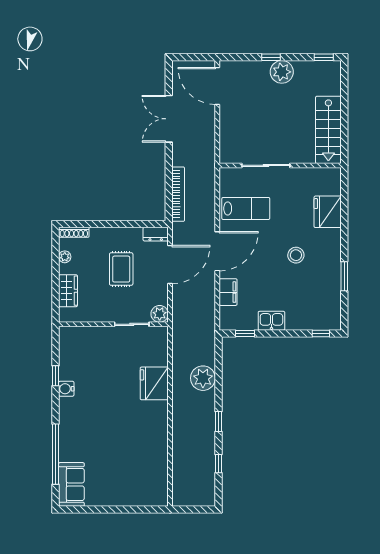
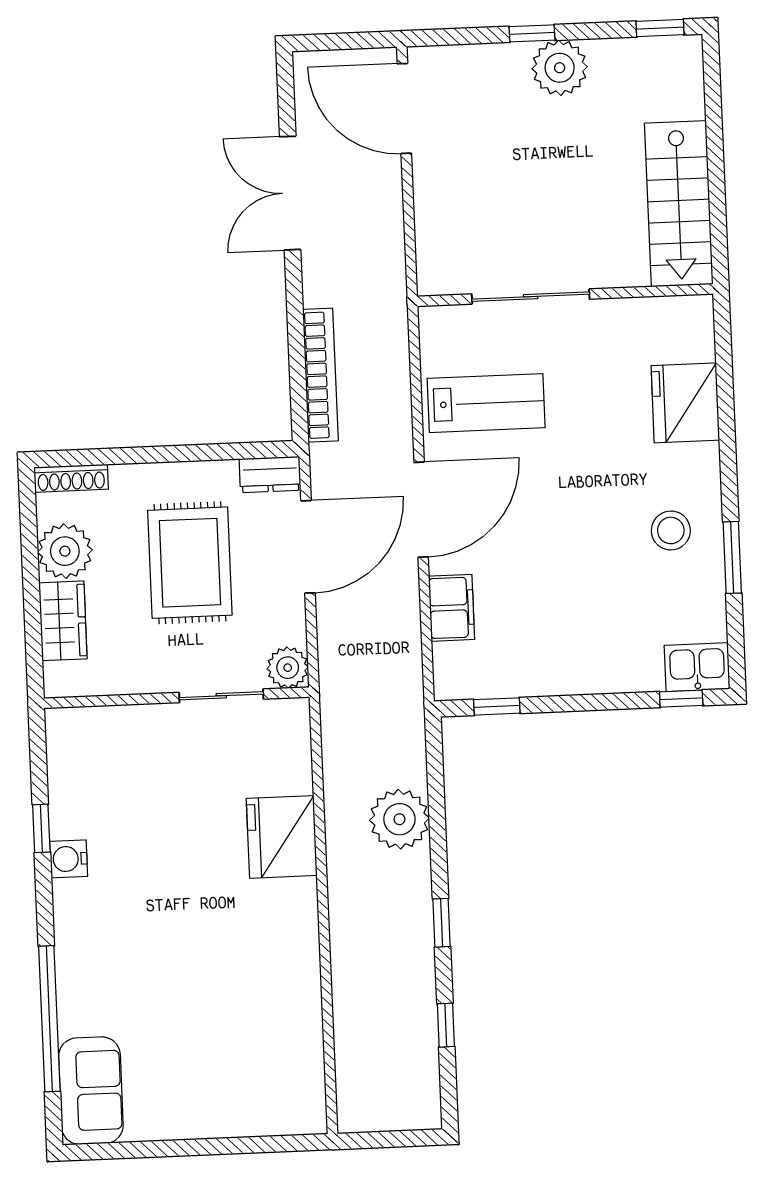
stool: (296, 255) -> (671, 530), moved
plant: (65, 257) -> (65, 551), width x1.88, depth x1.88
rug: (121, 269) -> (190, 563), width x1.36, depth x1.43
kitchen sink: (271, 321) -> (697, 667), moved

